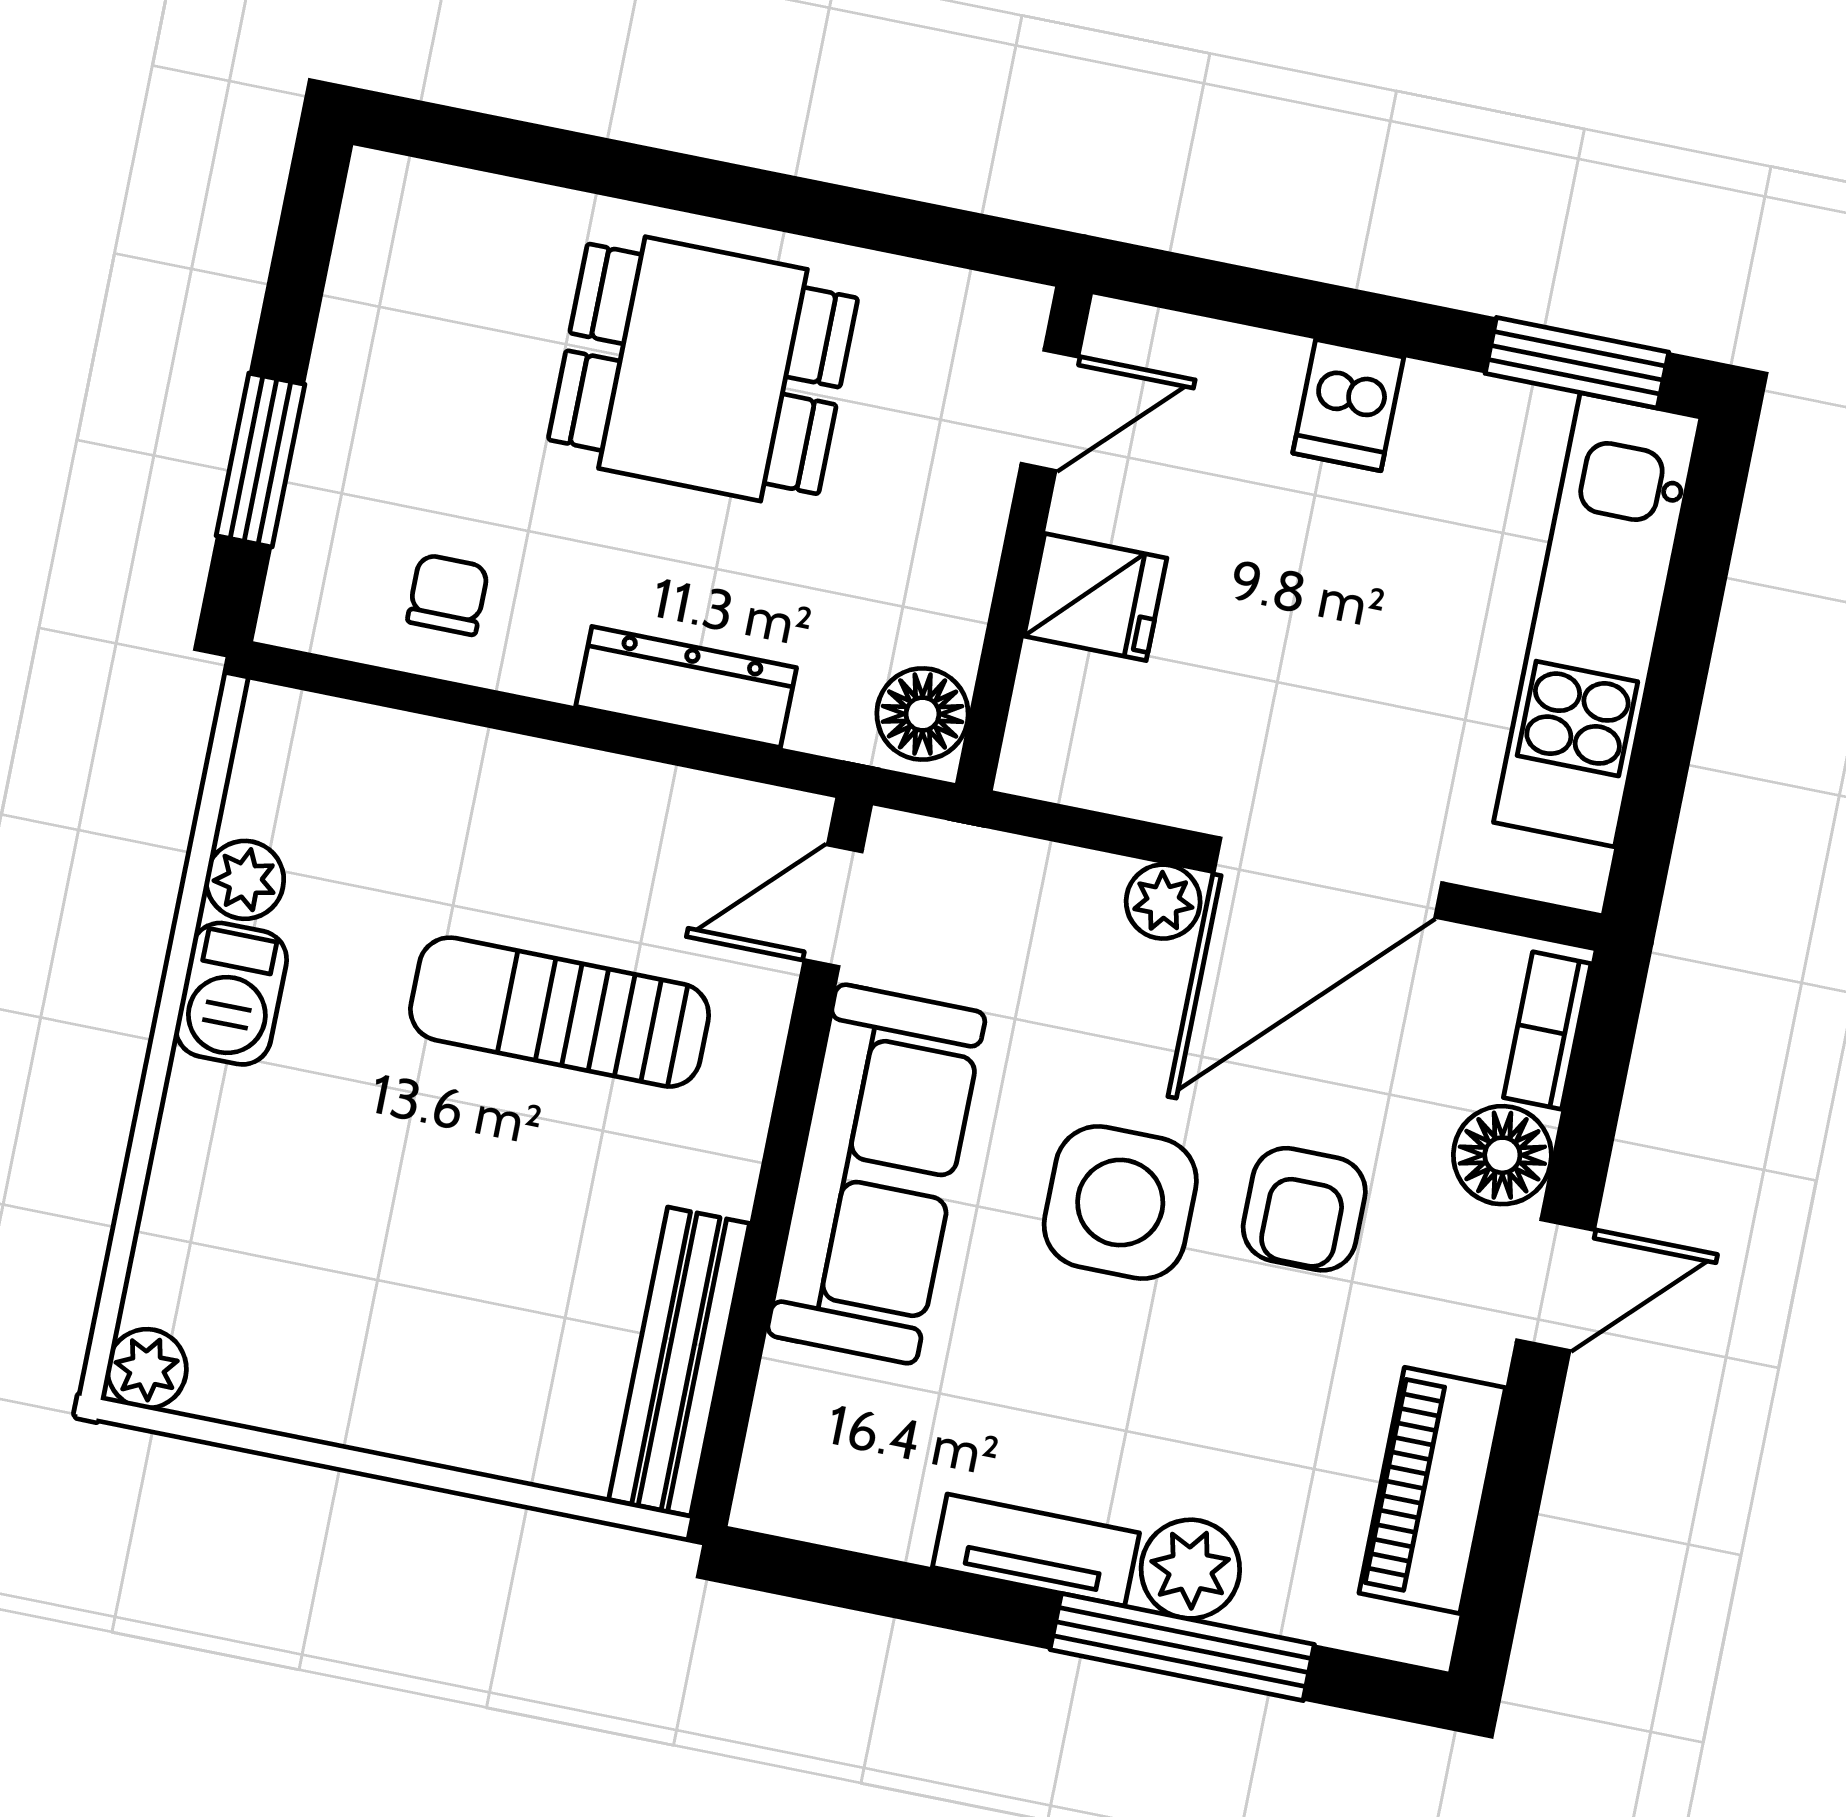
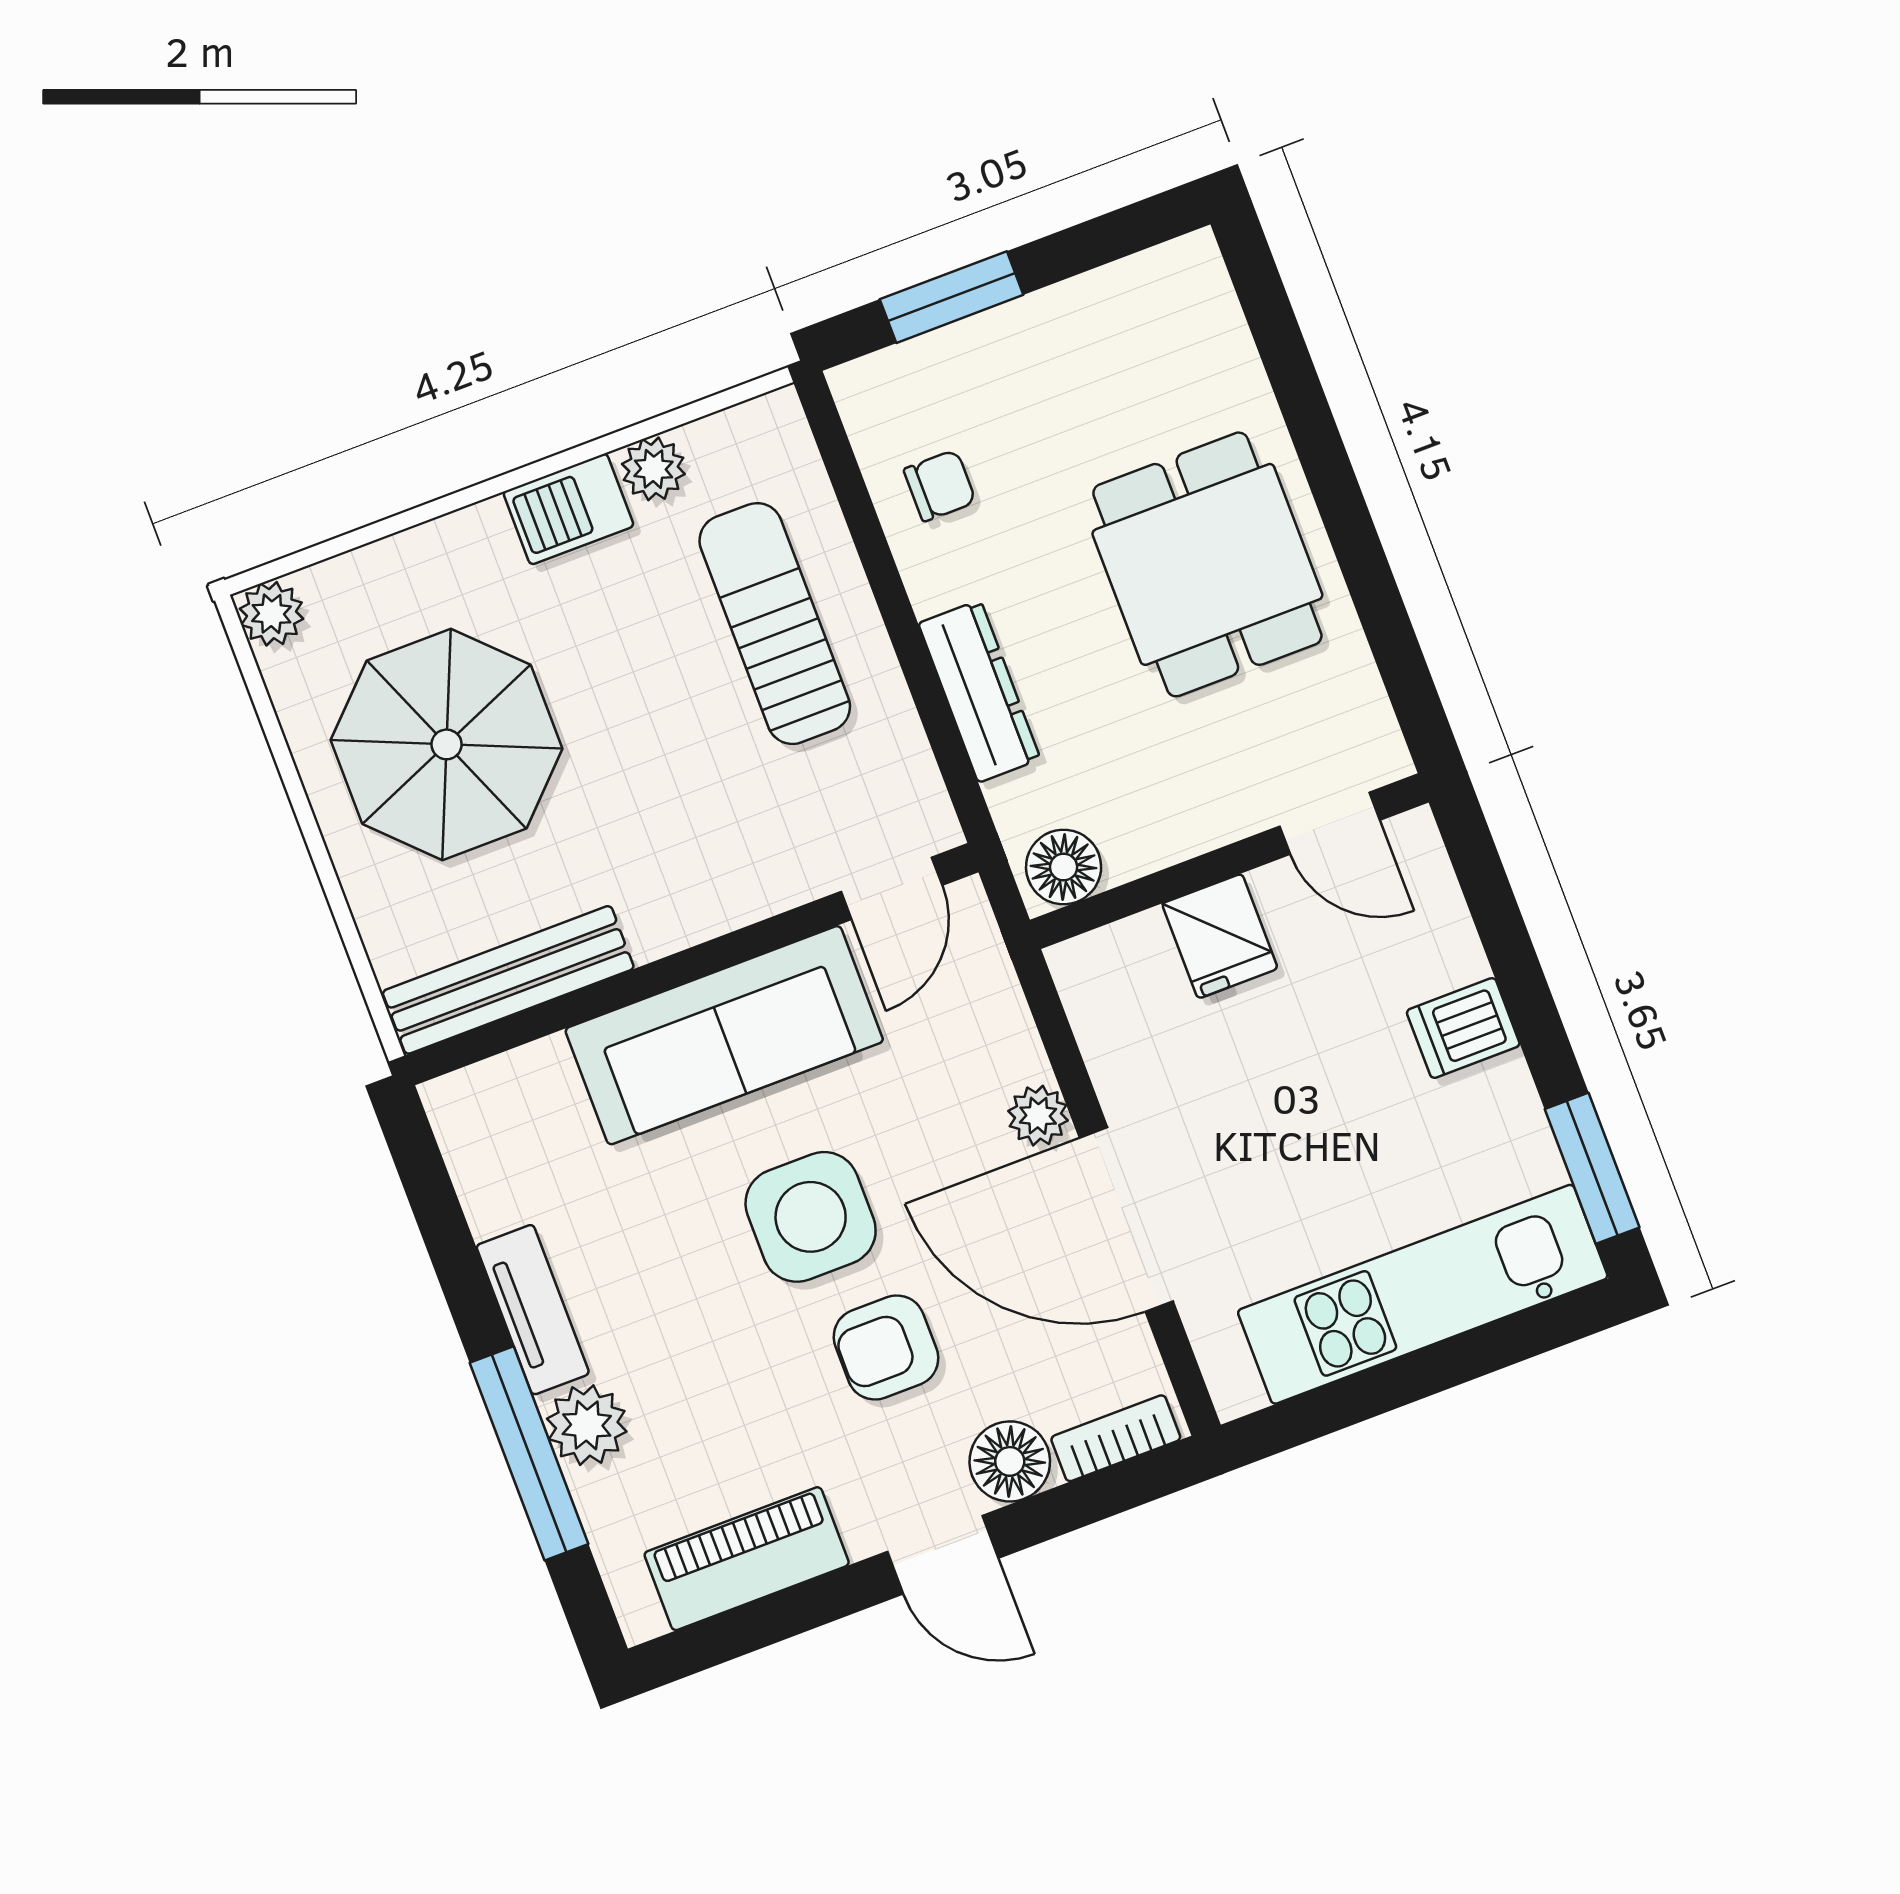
door: (833, 906) -> (892, 888), swing flipped
sun lounger: (560, 1012) -> (775, 624), moved
parasol: (395, 1272) -> (447, 744), added

